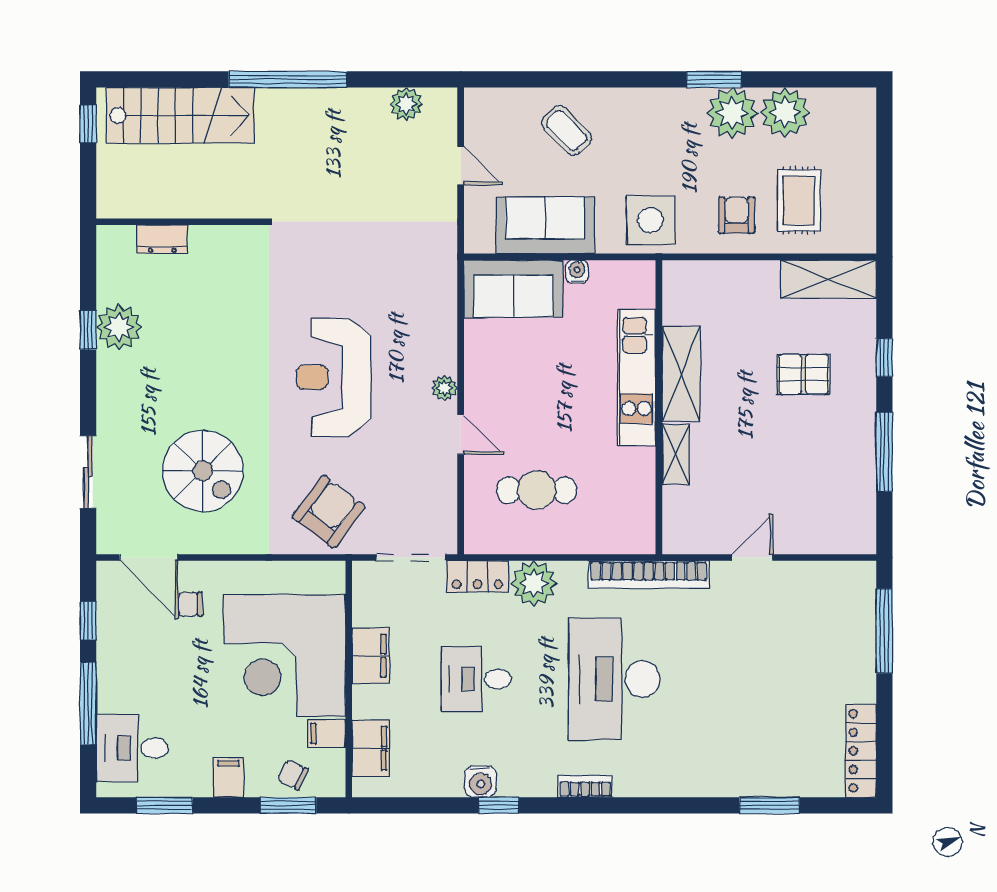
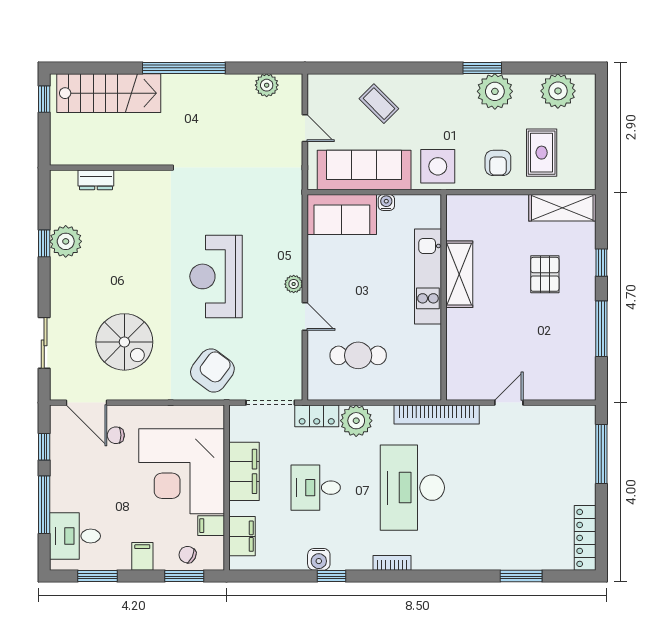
plant: (785, 112) -> (558, 91), moved
armchair: (736, 215) -> (498, 163), turned 180
sofa: (545, 225) -> (364, 170), width x1.36
pallet: (803, 374) -> (545, 274), turned 90
shelving: (676, 454) -> (455, 330), removed
filing cabinet: (370, 656) -> (244, 471), width x1.50, depth x1.17

